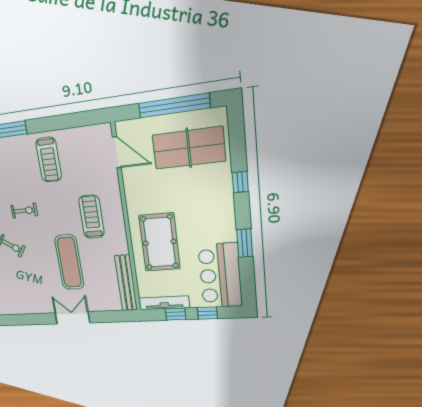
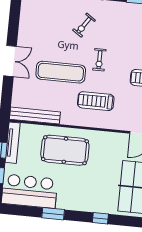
exercise bike: (24, 211) -> (99, 60), moved
treadmill: (91, 217) -> (96, 101), turned 180

